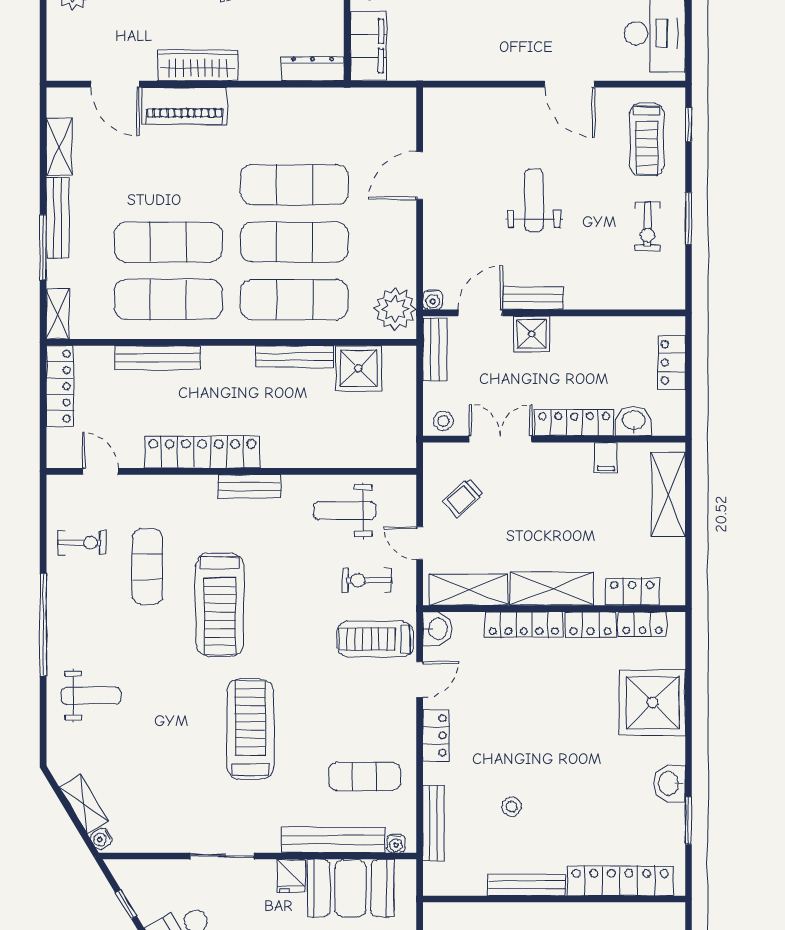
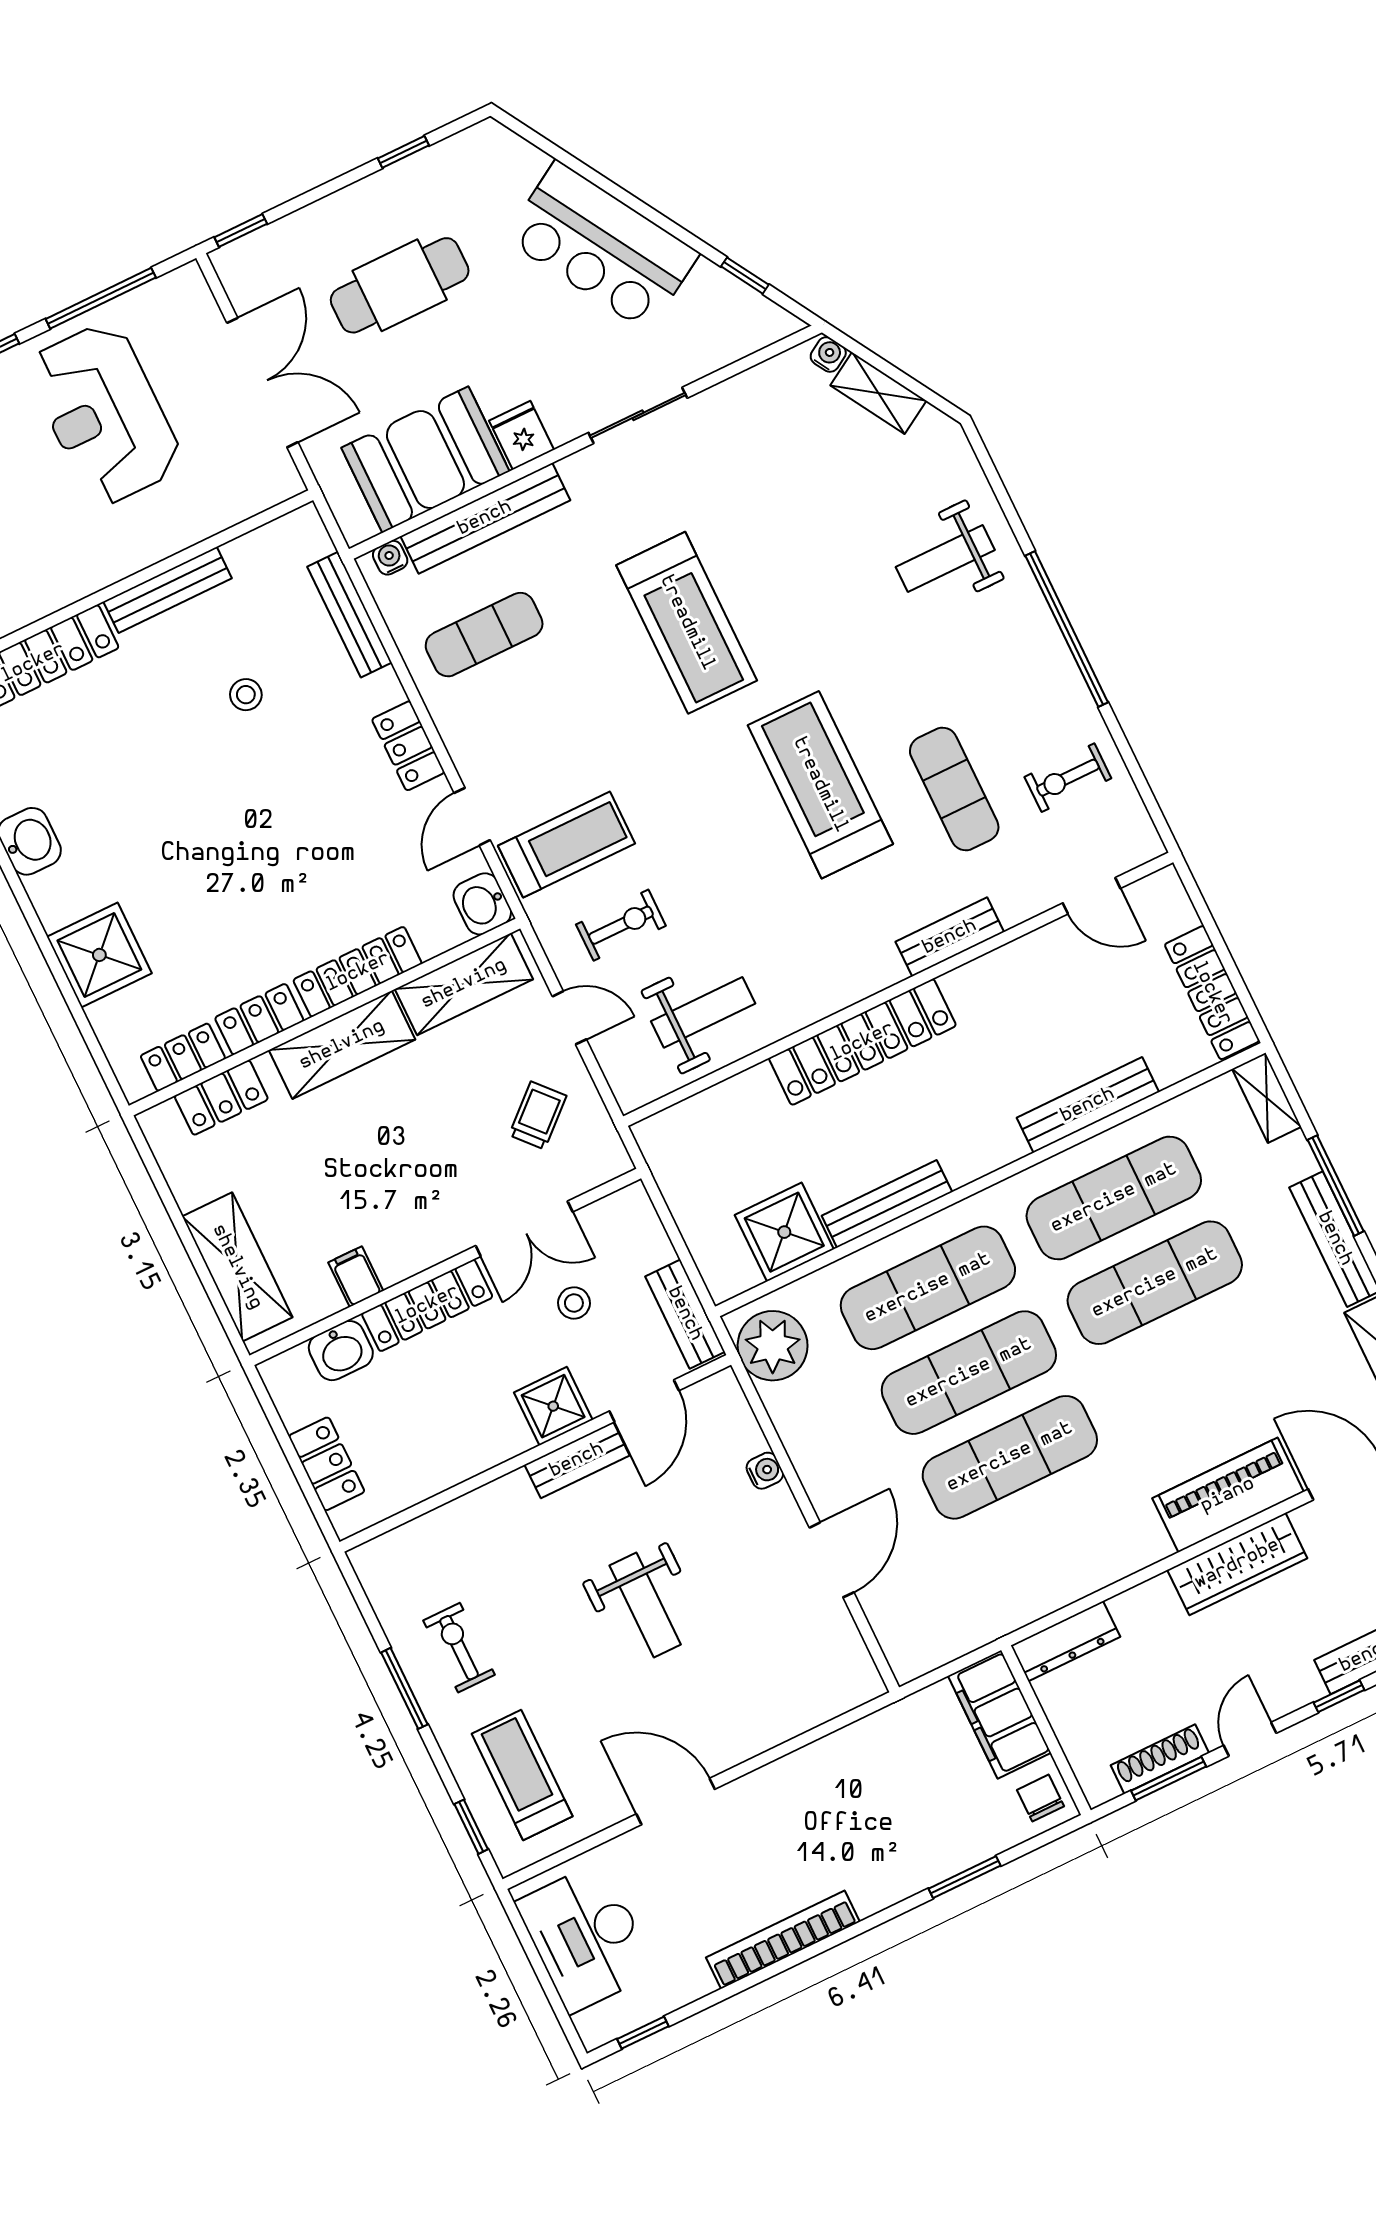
water cooler: (433, 300) -> (765, 1471), moved, turned 90
stool: (443, 421) -> (574, 1303), moved
locker: (202, 452) -> (862, 1042), moved
bench: (249, 487) -> (950, 937), moved
shower: (652, 703) -> (99, 955), width x0.73, depth x0.73

